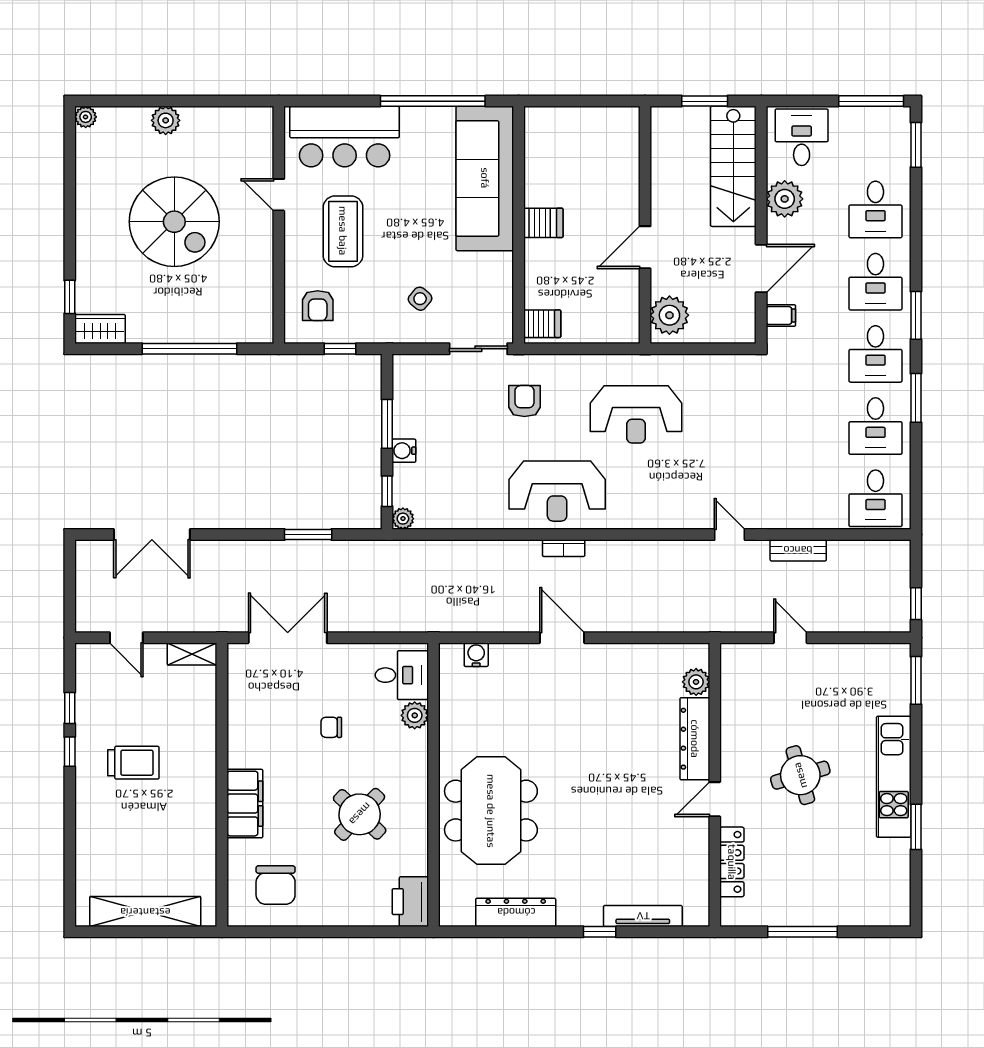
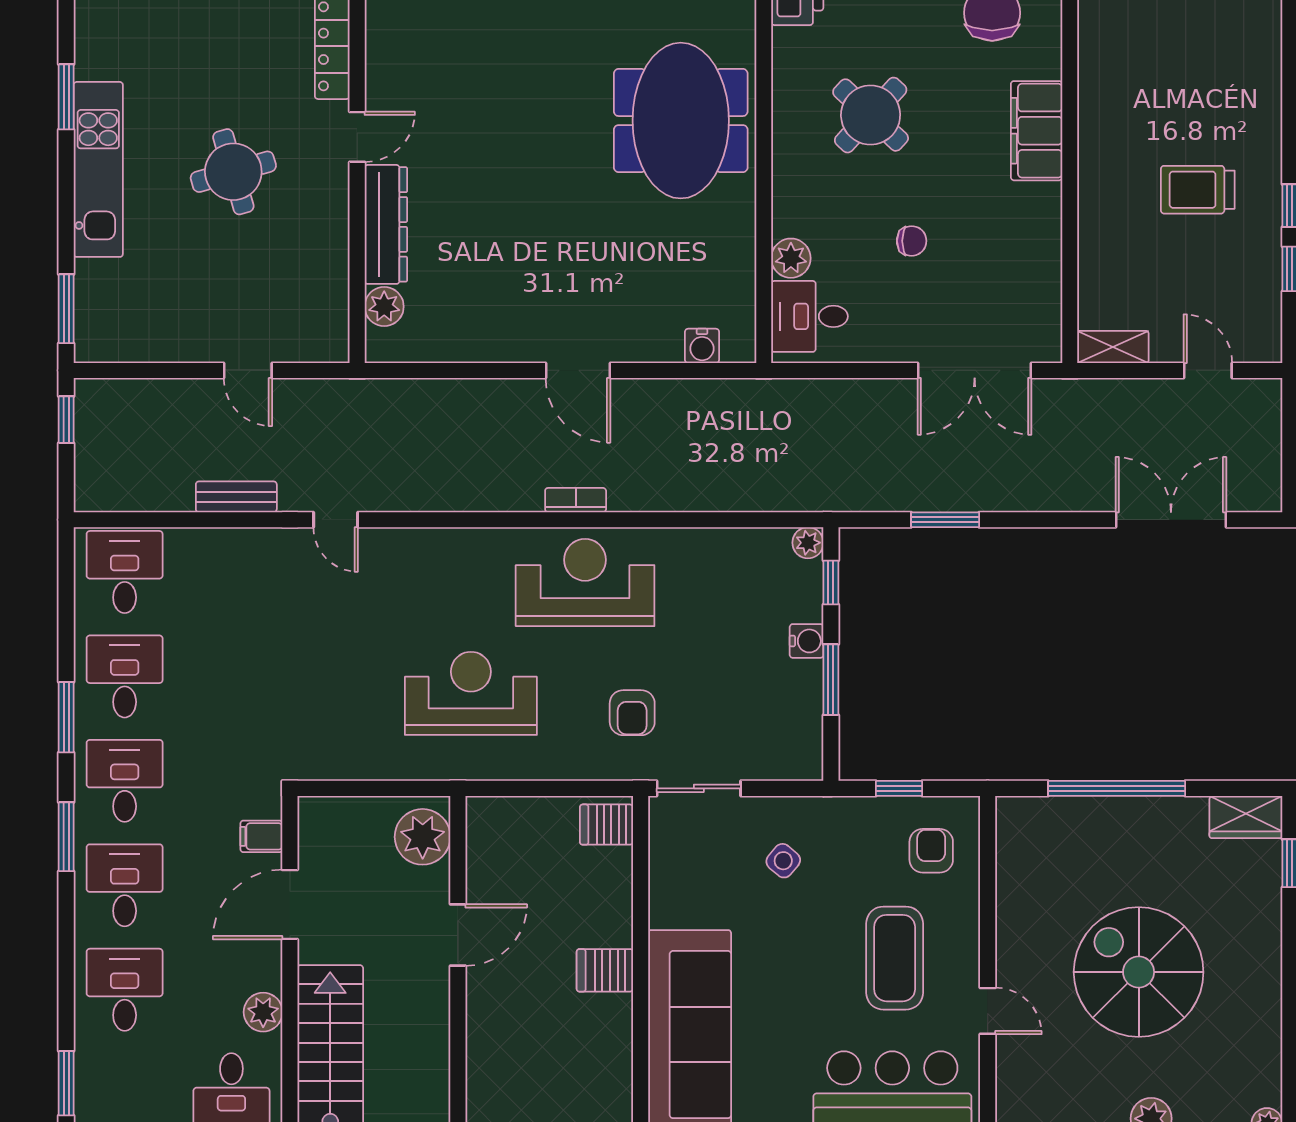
plant: (785, 199) -> (263, 1012), width x0.73, depth x0.73

